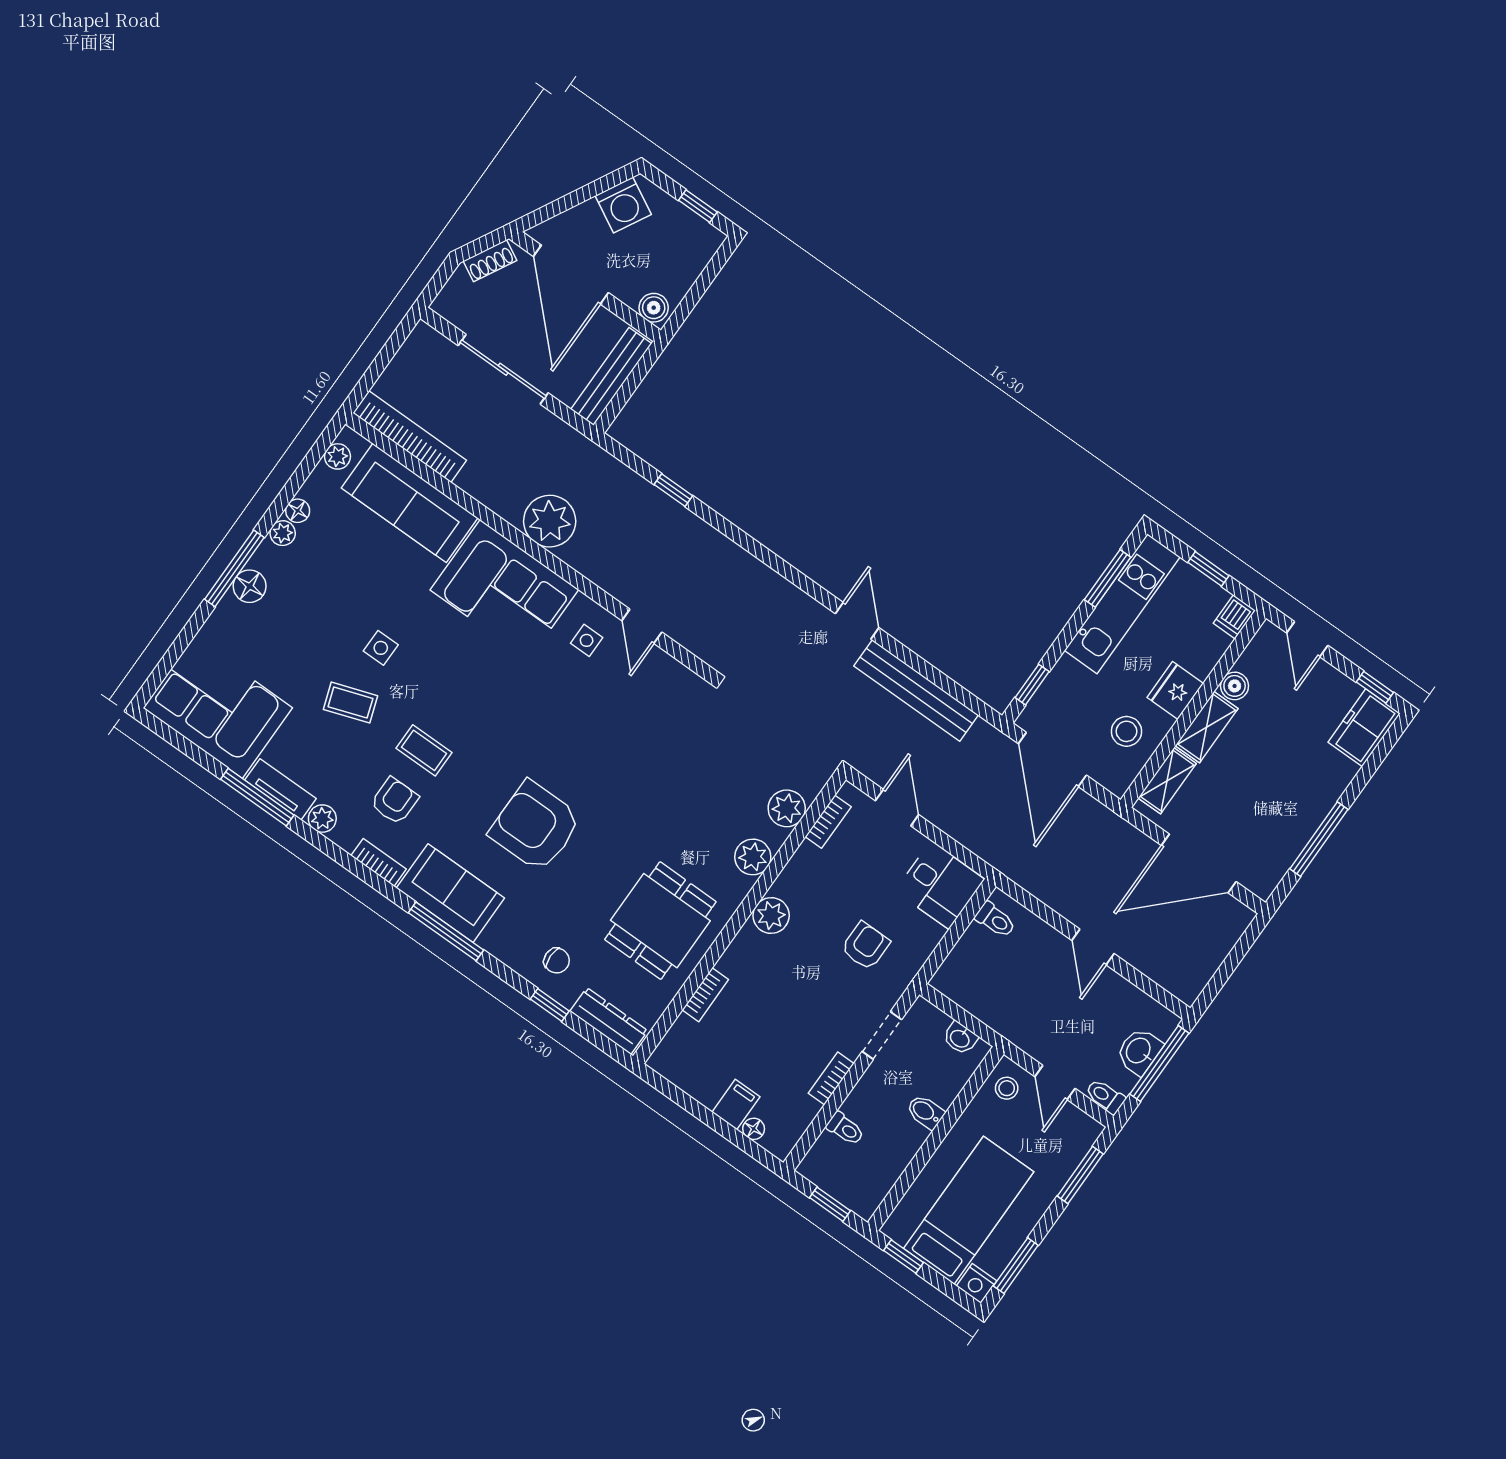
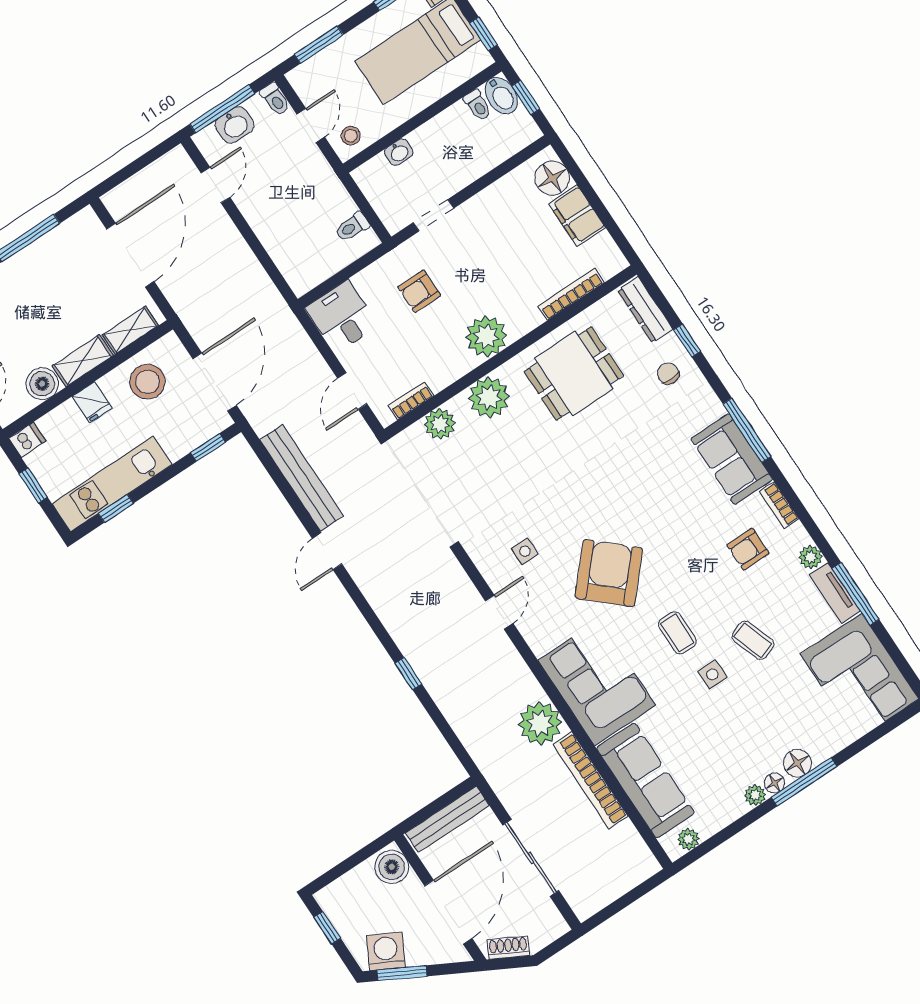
window: (596, 188) -> (402, 973), added
boiler: (654, 308) -> (392, 867), width x1.36, depth x1.36
bookcase: (410, 437) -> (590, 780), moved
window: (673, 490) -> (408, 674), moved
floor lamp: (298, 511) -> (774, 783), moved
window: (1108, 578) -> (116, 509), width x0.67
side table: (587, 640) -> (525, 551), moved
boiler: (1235, 686) -> (42, 384), width x1.36, depth x1.36
fridge: (1175, 690) -> (92, 402), width x0.72
stool: (1126, 731) -> (147, 382), width x1.38, depth x1.38
coffee table: (424, 750) -> (677, 633), moved
armchair: (535, 826) -> (609, 573), moved, turned -138
plant: (753, 857) -> (489, 397), width x1.36, depth x1.36
door: (1199, 864) -> (130, 255), hinge flipped
plant: (771, 916) -> (486, 336), width x1.36, depth x1.36
toilet: (995, 920) -> (352, 227), moved, turned -90
door: (1093, 947) -> (215, 185), moved
bookcase: (705, 995) -> (571, 294), width x1.56
washbasin: (960, 1038) -> (399, 152), moved, turned 90
bookcase: (831, 1078) -> (487, 197), removed
filing cabinet: (736, 1105) -> (577, 216), width x2.00
bidet: (925, 1112) -> (501, 95), moved, width x1.38, depth x1.36
floor lamp: (754, 1129) -> (552, 178), width x1.89, depth x1.89
toilet: (845, 1129) -> (478, 105), moved, turned 180

